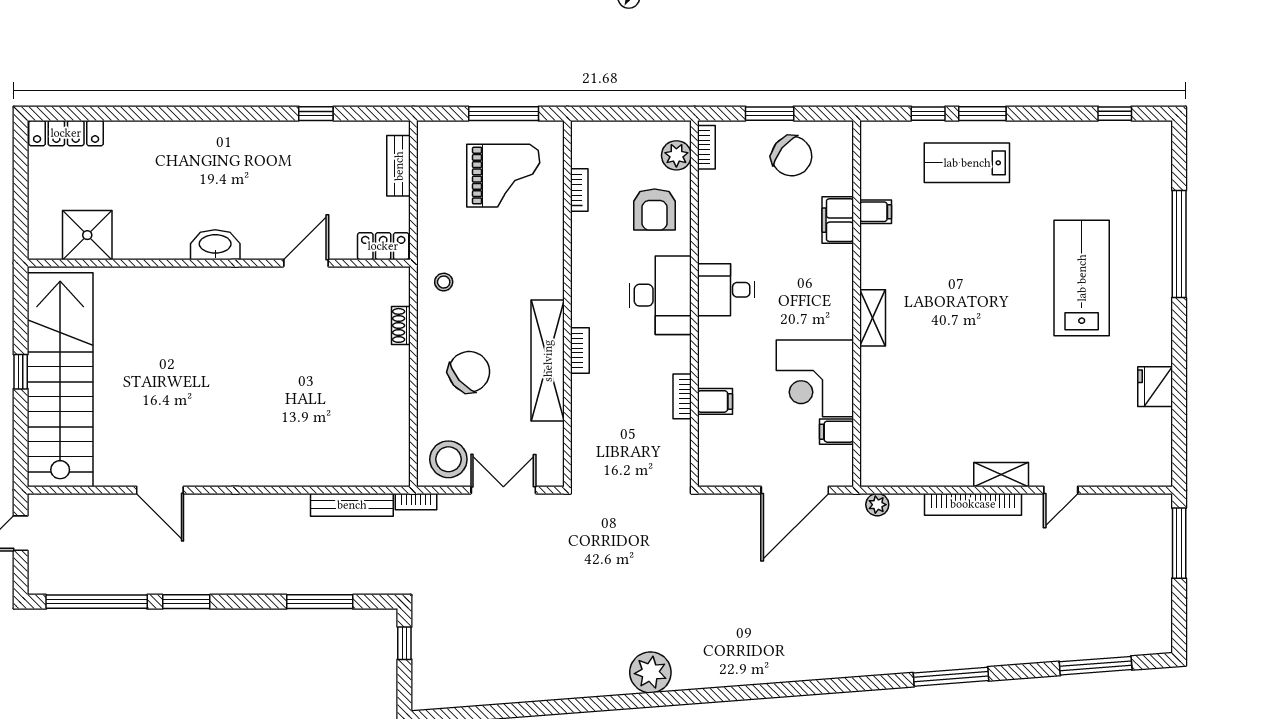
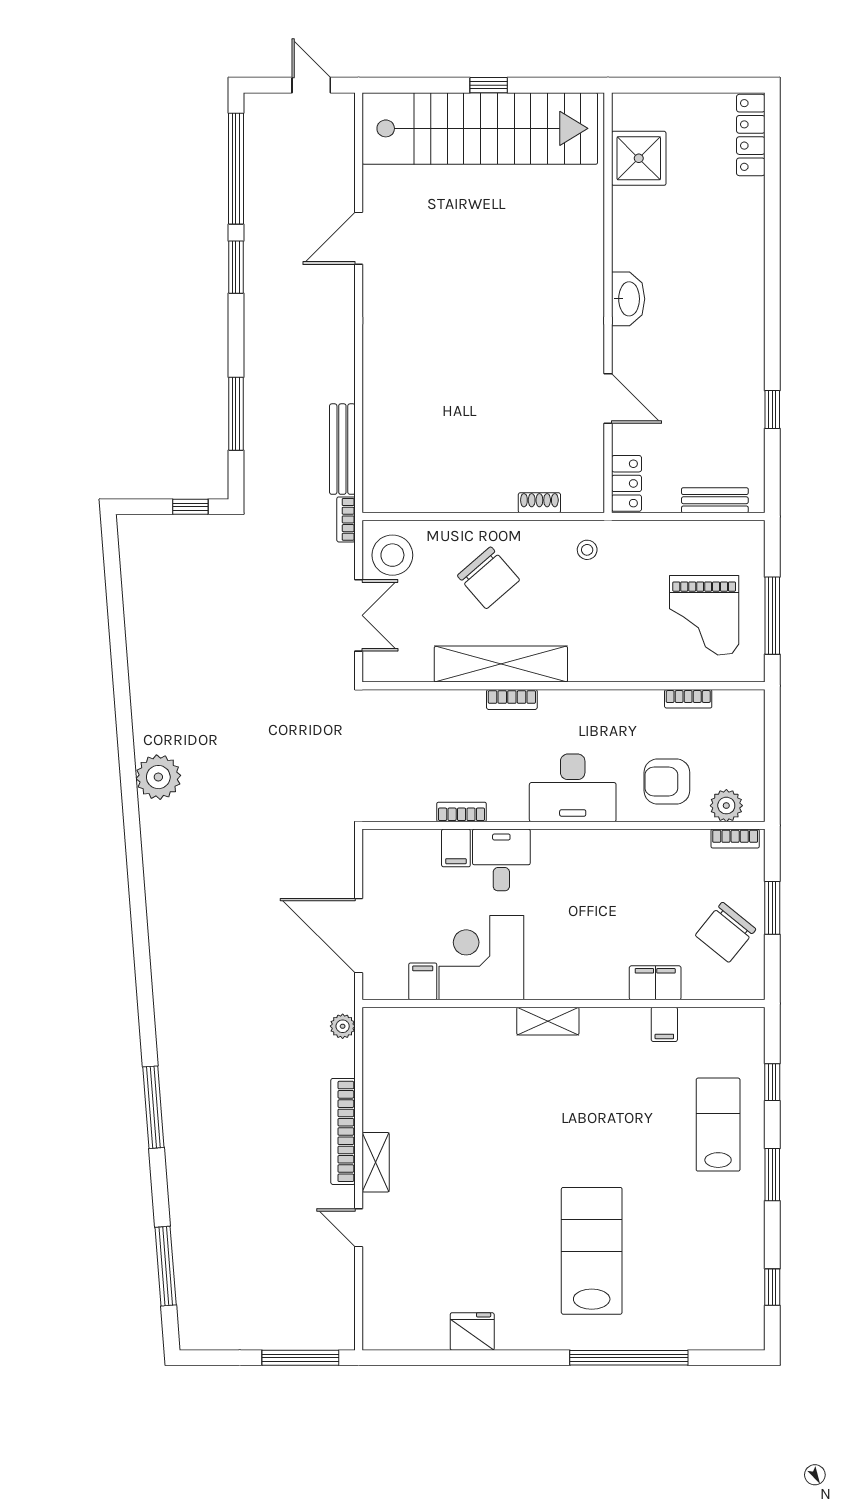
window: (982, 114) -> (772, 1175), moved
lab bench: (1082, 278) -> (592, 1251), turned -90
desk: (726, 290) -> (501, 860), moved

